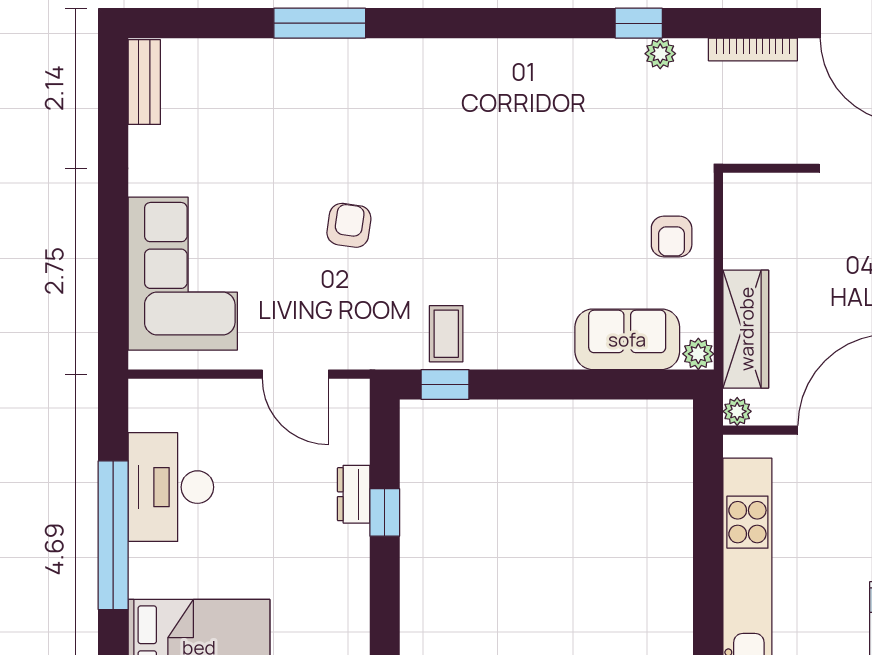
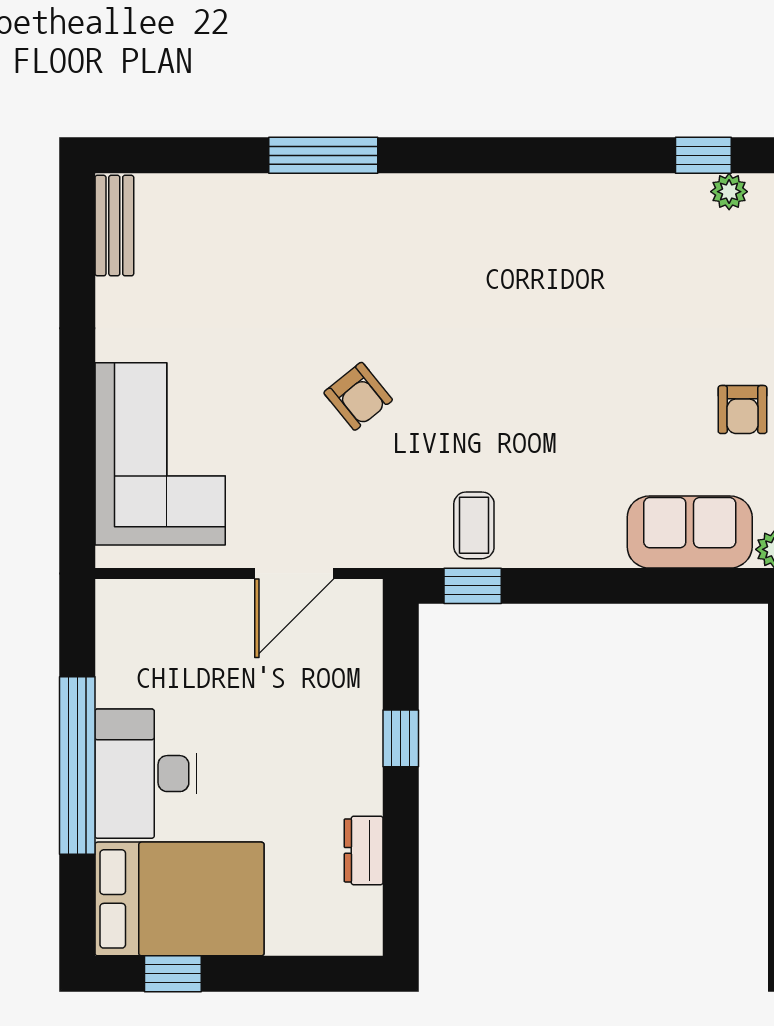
armchair: (349, 225) -> (358, 396), turned 133
door: (295, 374) -> (294, 573), hinge flipped
desk: (171, 487) -> (146, 774), moved
dresser: (354, 494) -> (364, 850), moved

